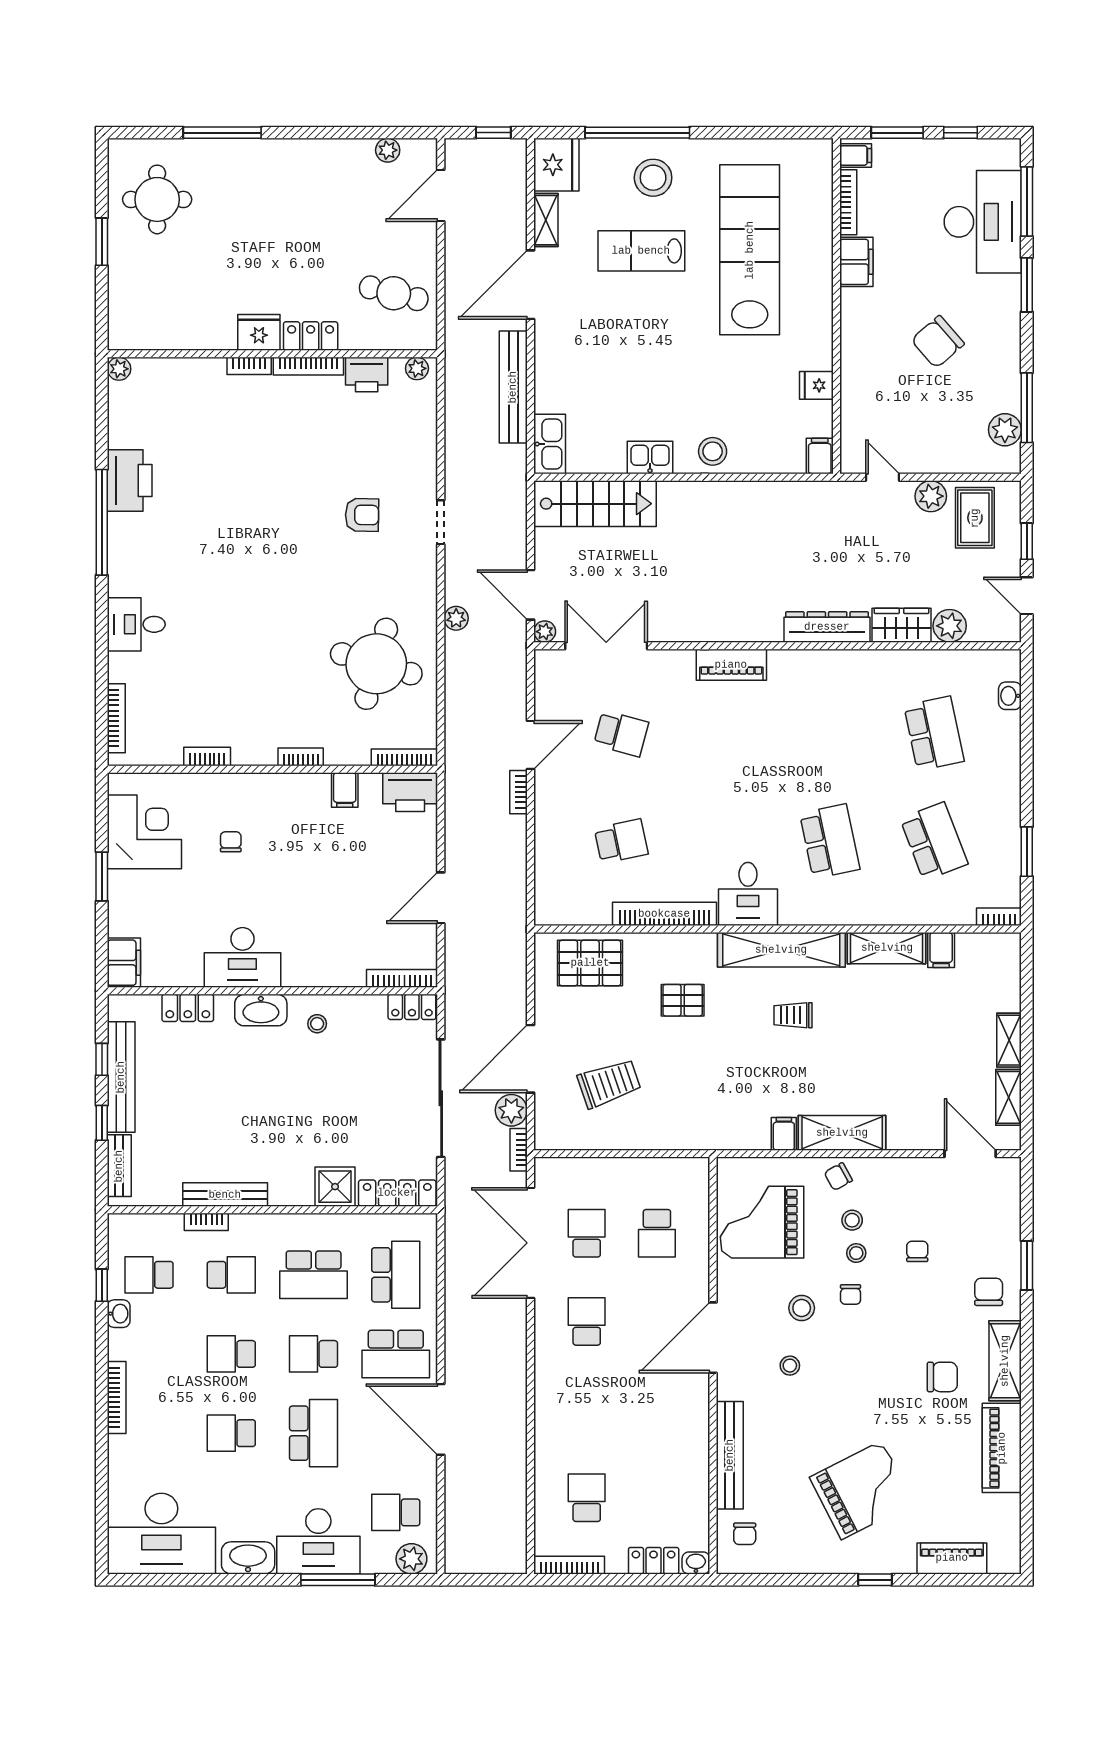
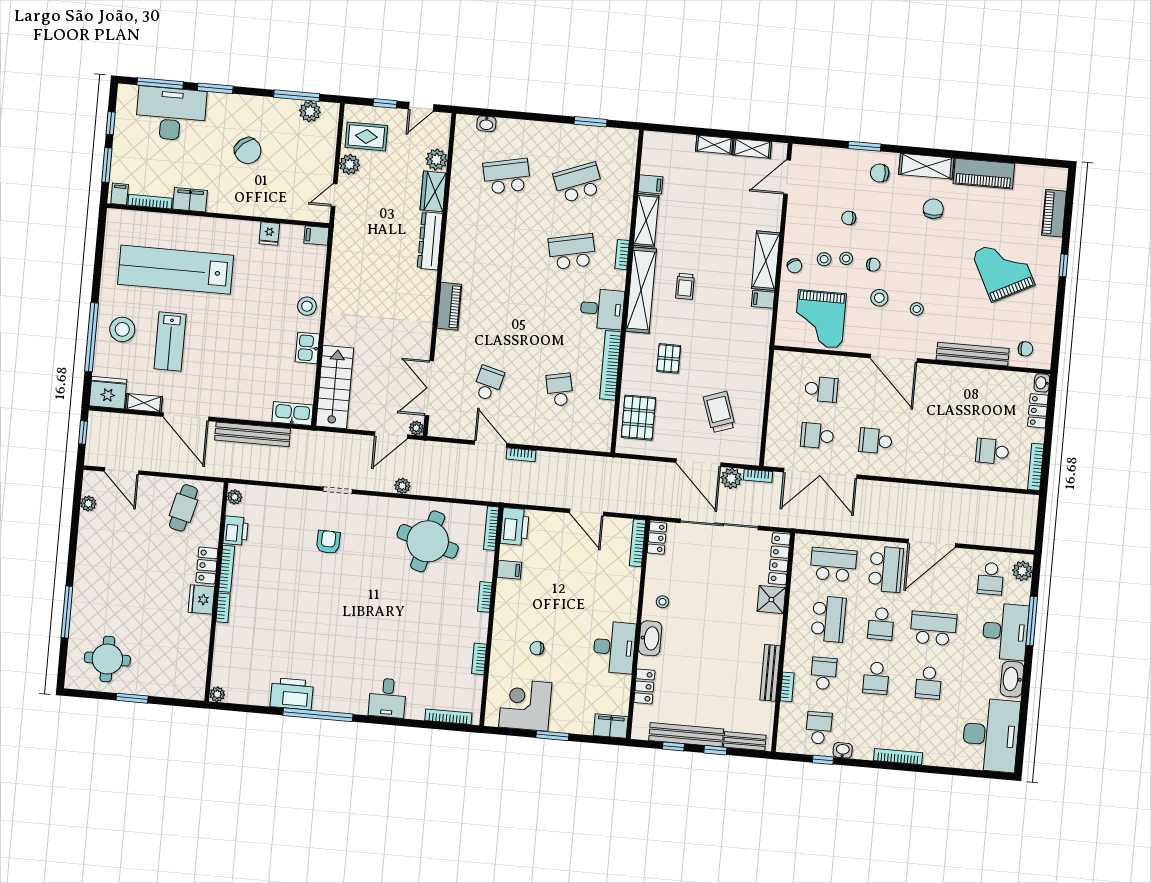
bookcase: (999, 917) -> (622, 255), moved
school desk: (149, 1275) -> (819, 728), turned 180

